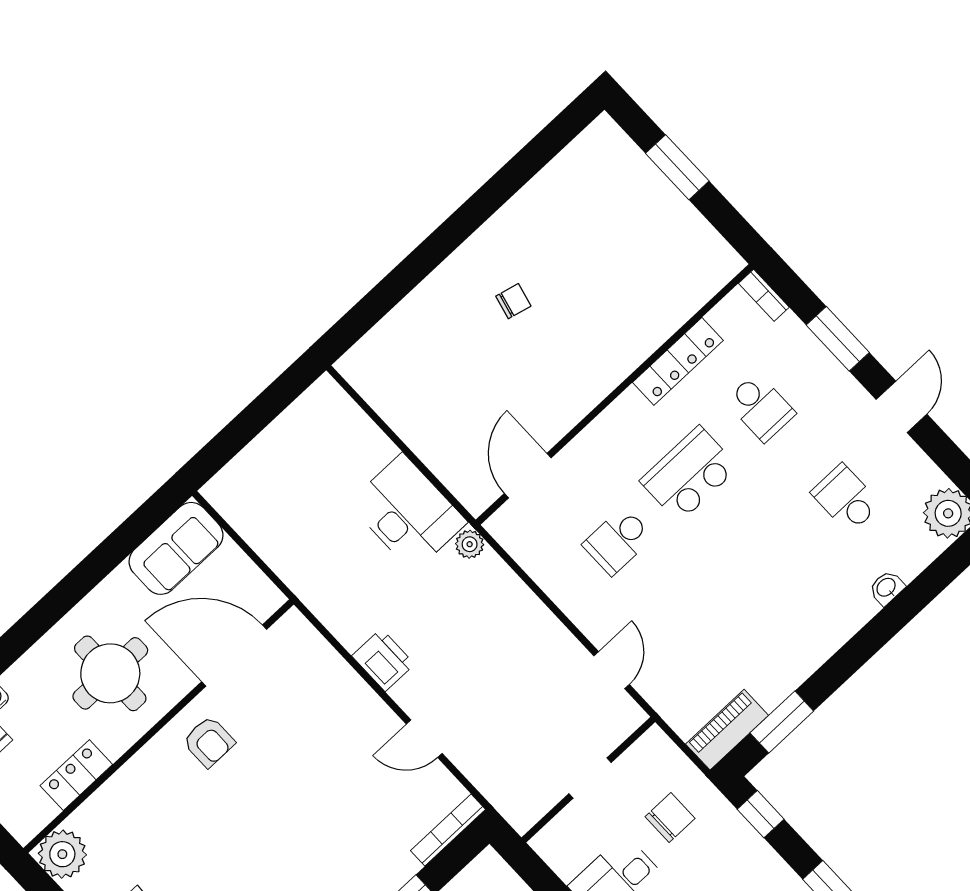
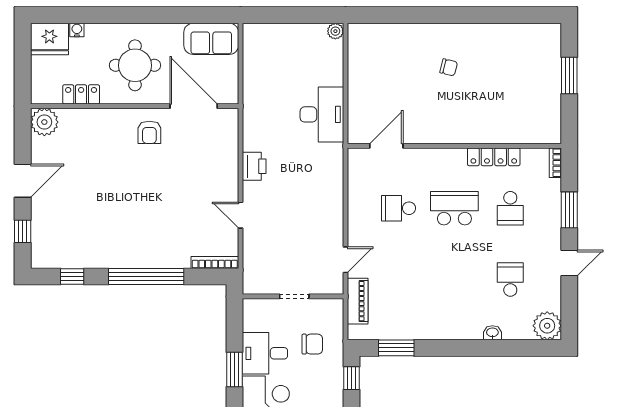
plant: (470, 544) -> (335, 31), moved
piano: (727, 730) -> (358, 301), moved, turned 90

